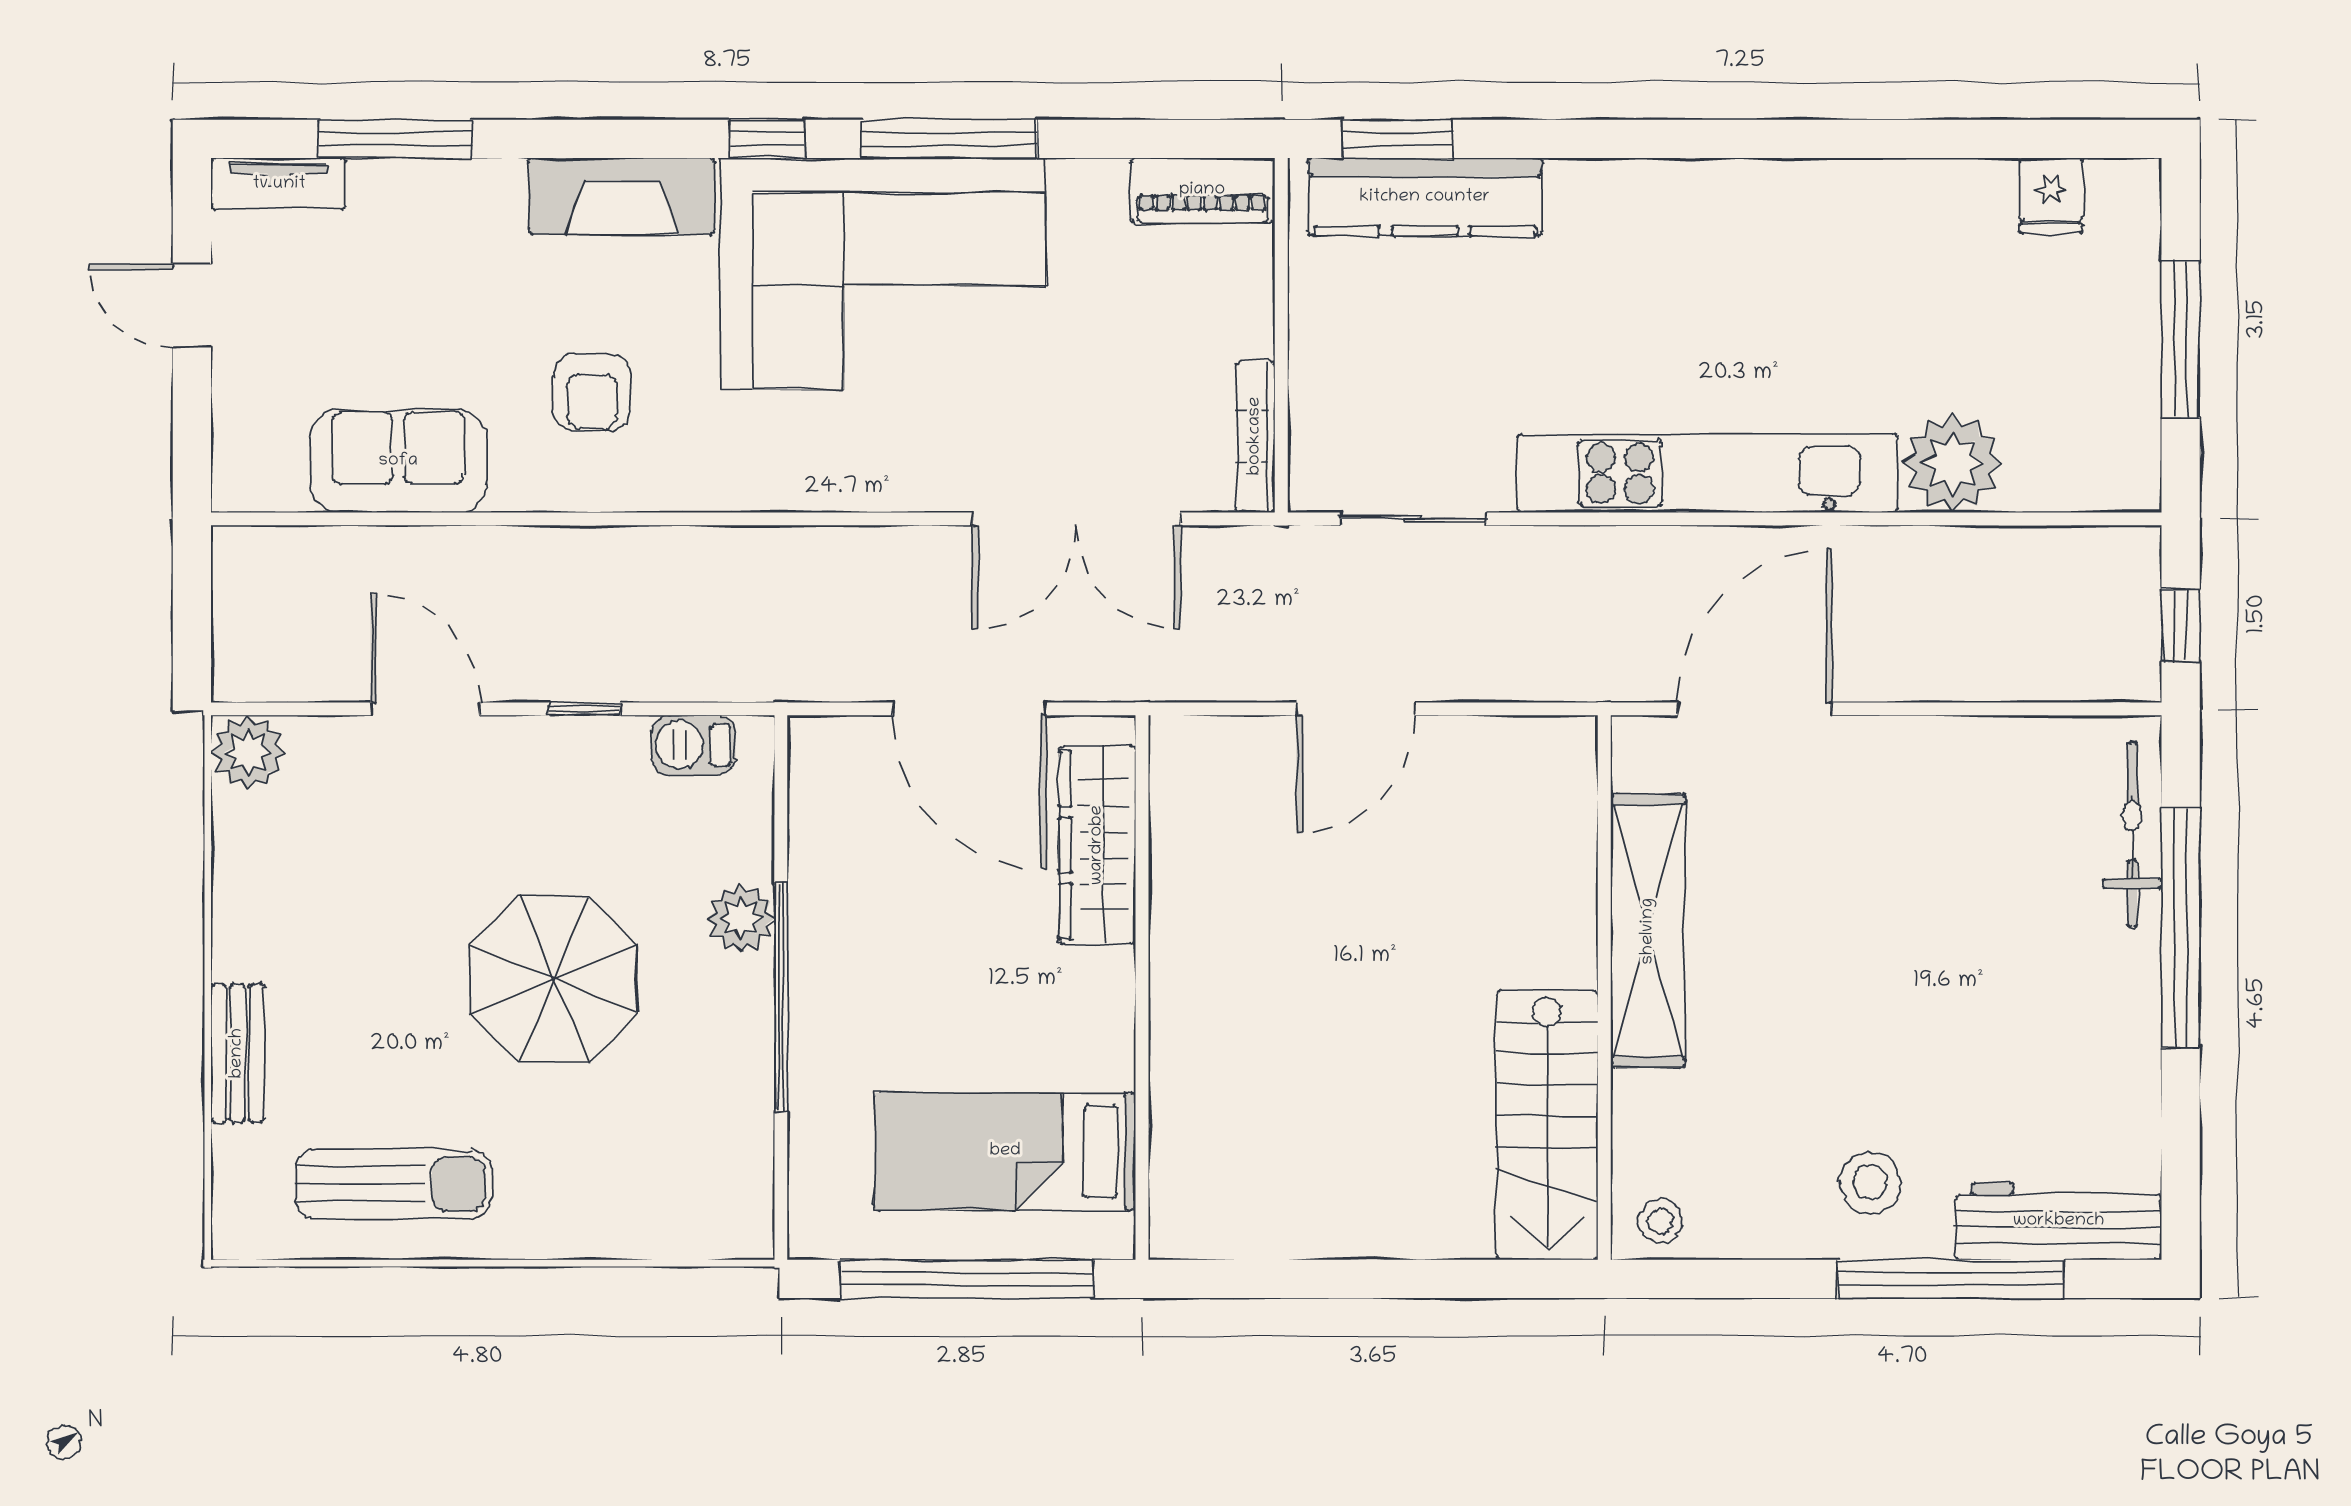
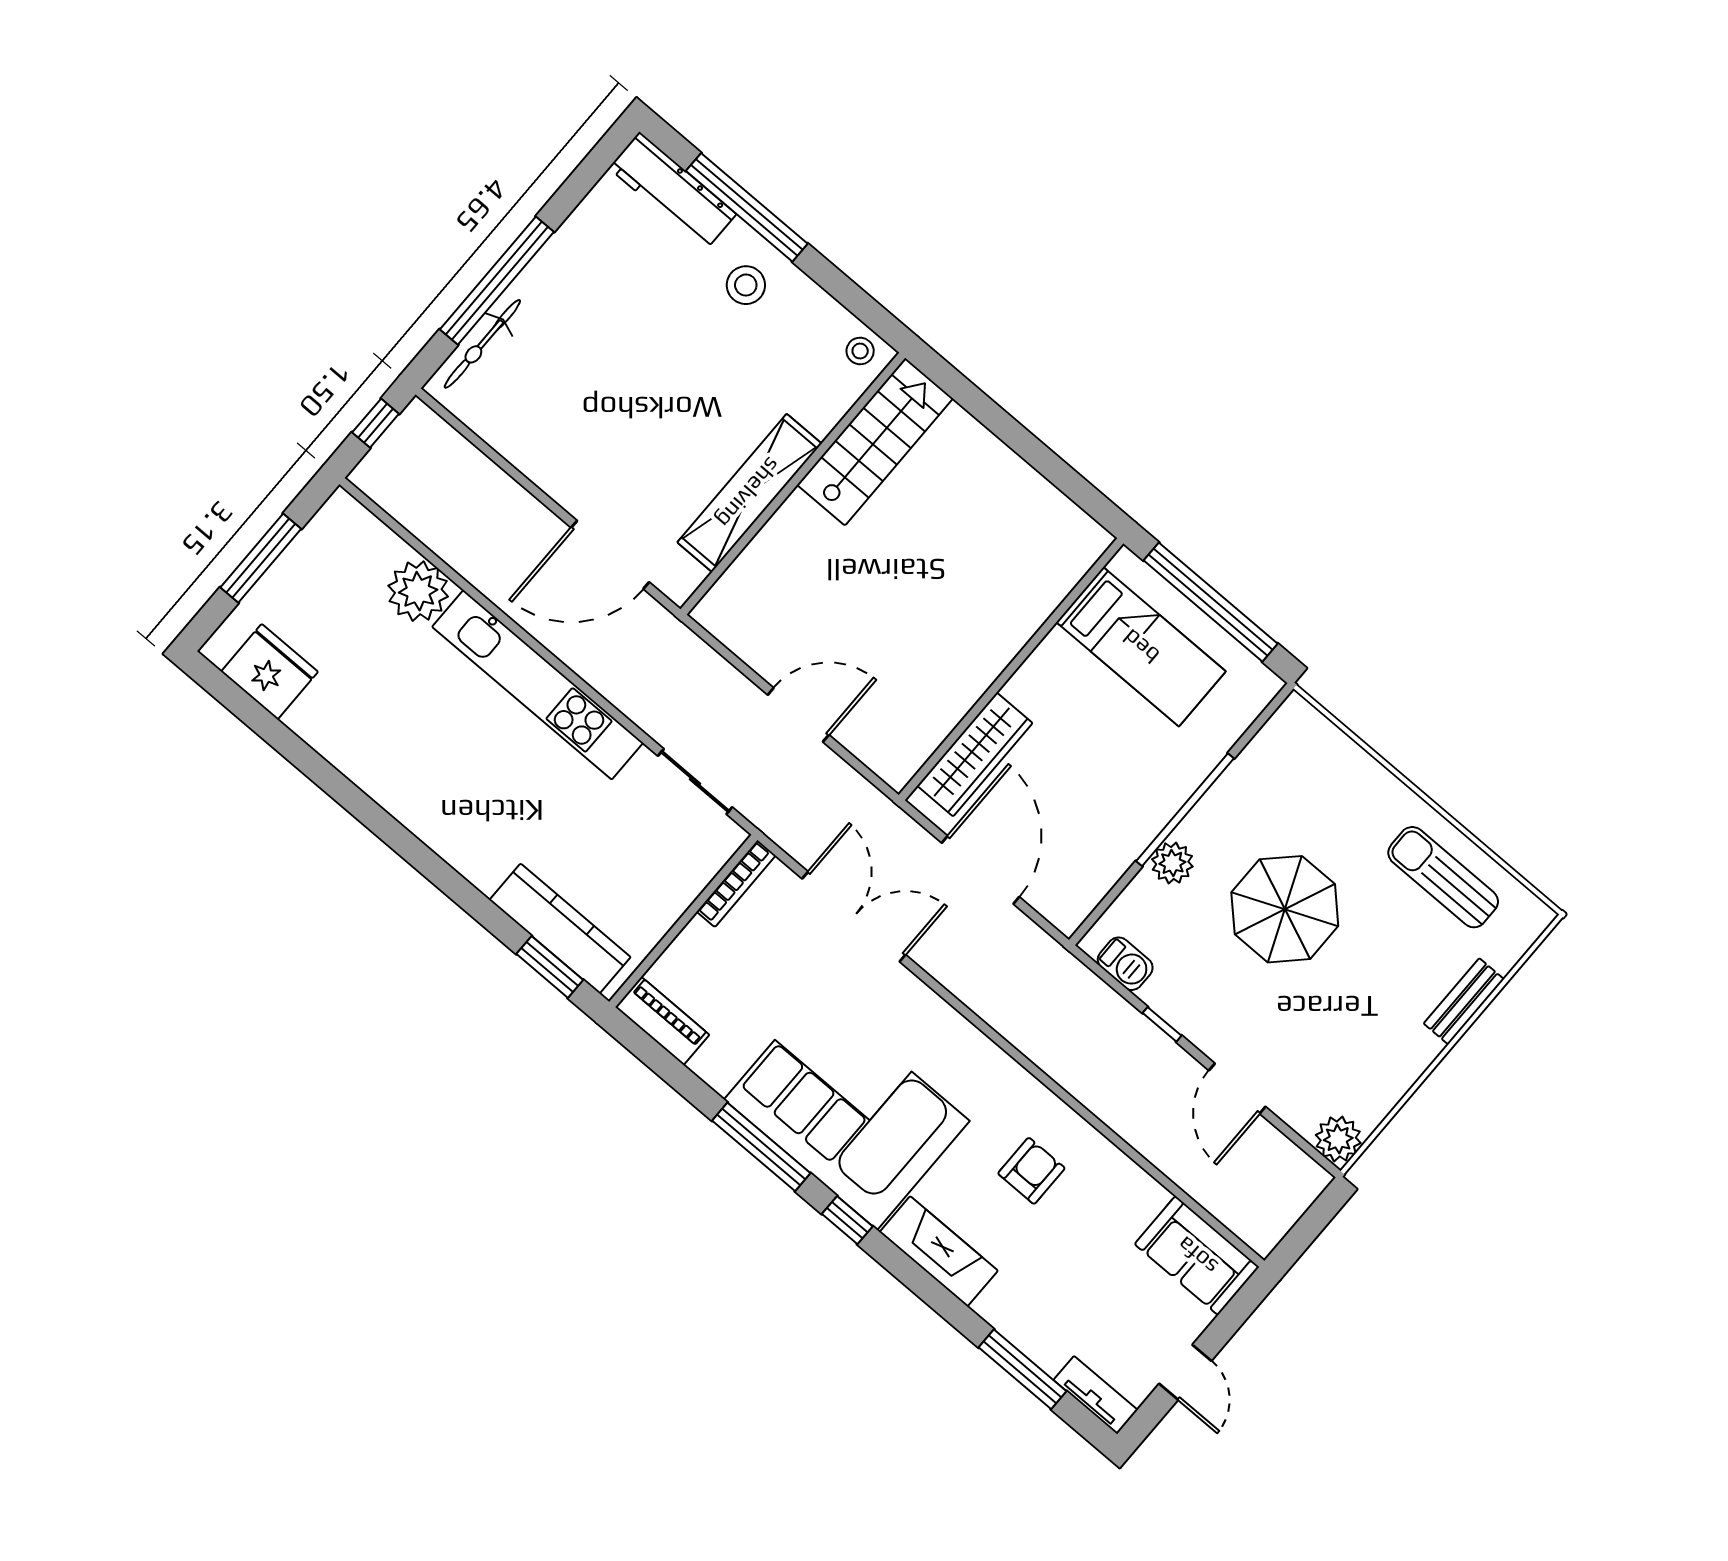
fridge: (2051, 196) -> (270, 672), width x1.88, depth x1.34
sofa: (398, 461) -> (1197, 1256), moved

